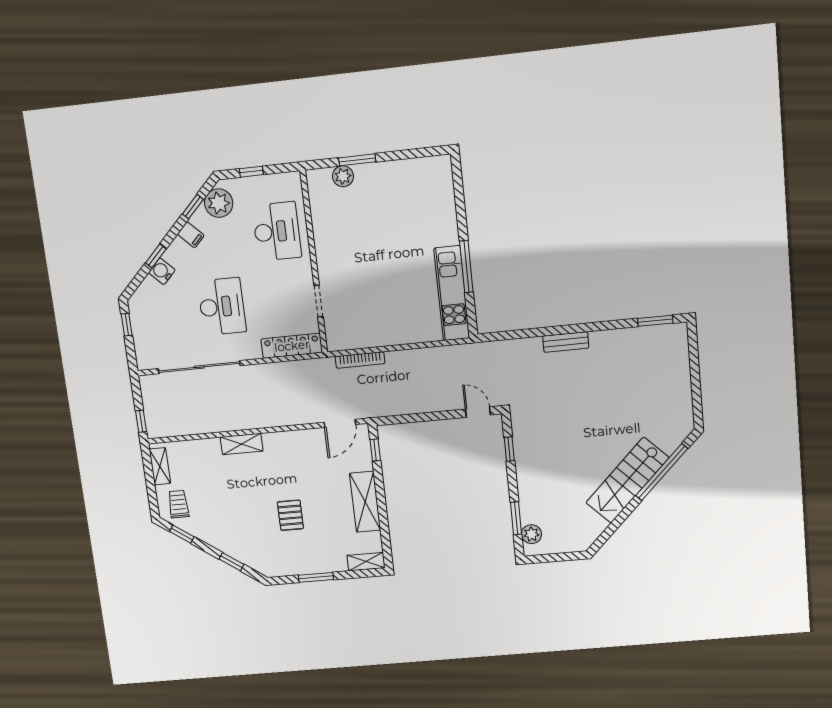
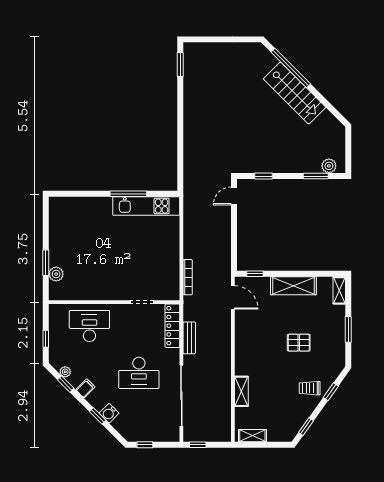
plant: (219, 203) -> (65, 372), width x0.53, depth x0.53
desk: (222, 307) -> (139, 373), turned 180
bench: (566, 342) -> (189, 338), moved
window: (141, 421) -> (198, 445), moved
shelving: (242, 444) -> (241, 391), moved
trolley: (178, 504) -> (310, 388), moved

